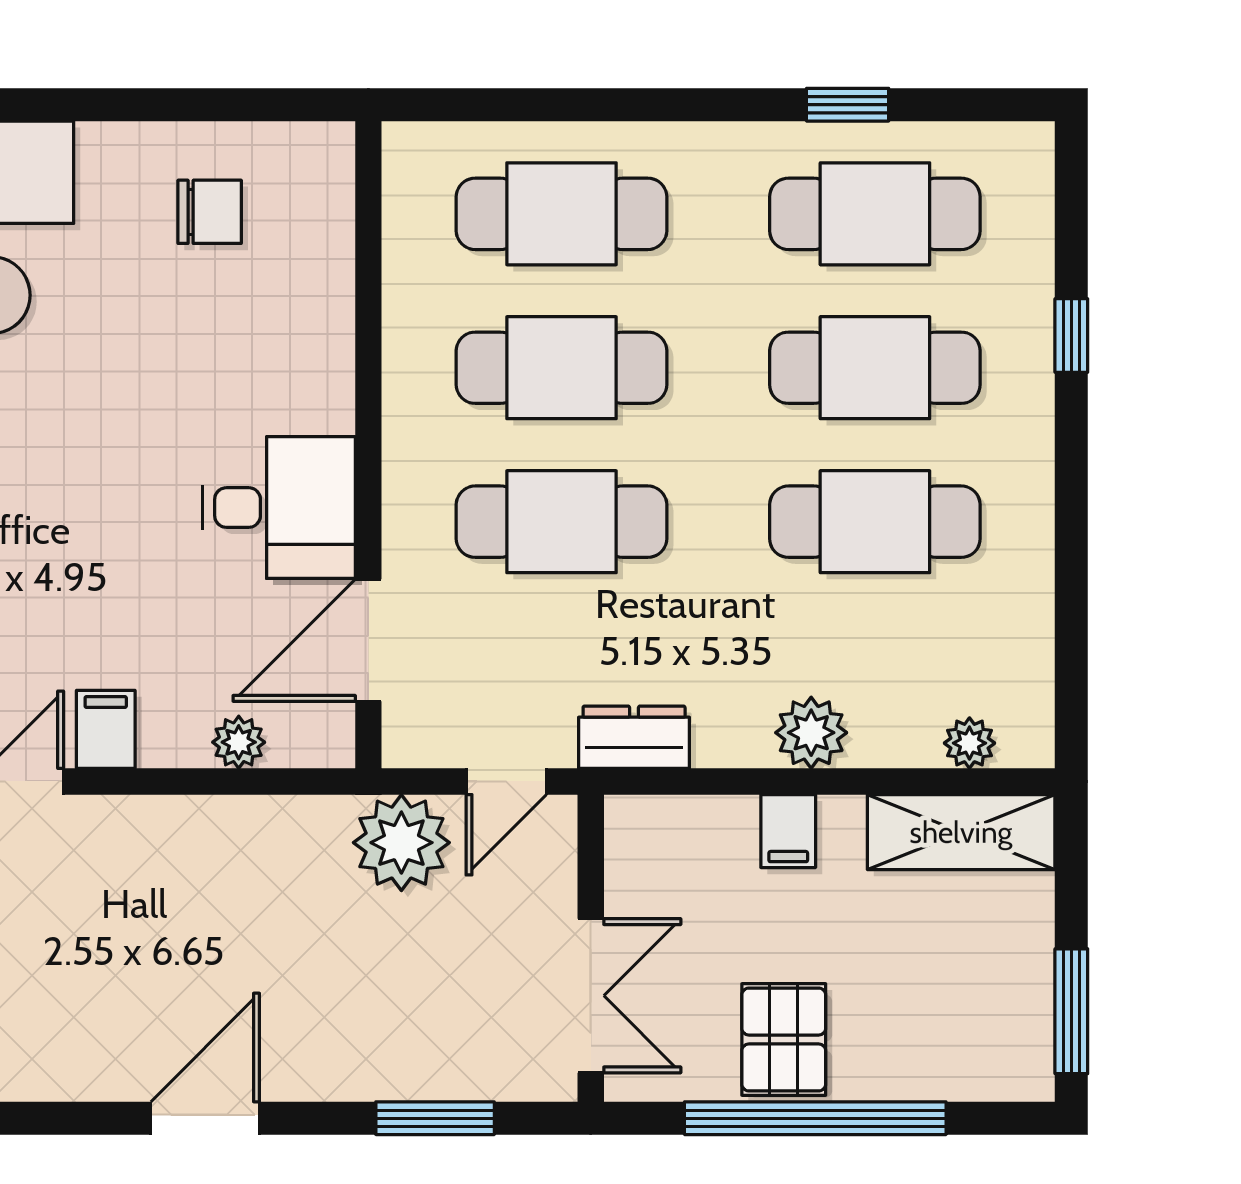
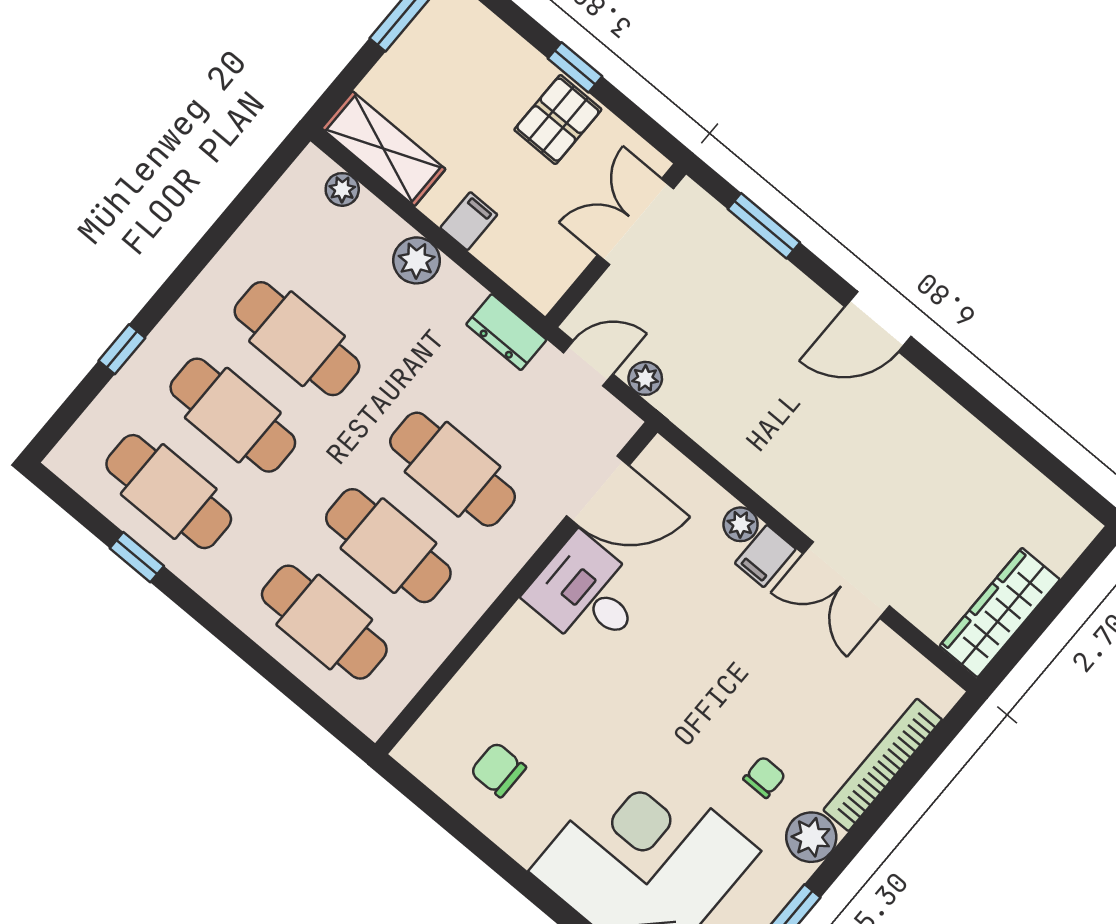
plant: (239, 742) -> (741, 524), moved
plant: (401, 843) -> (645, 378), width x0.53, depth x0.53
window: (815, 1118) -> (575, 67), width x0.32

